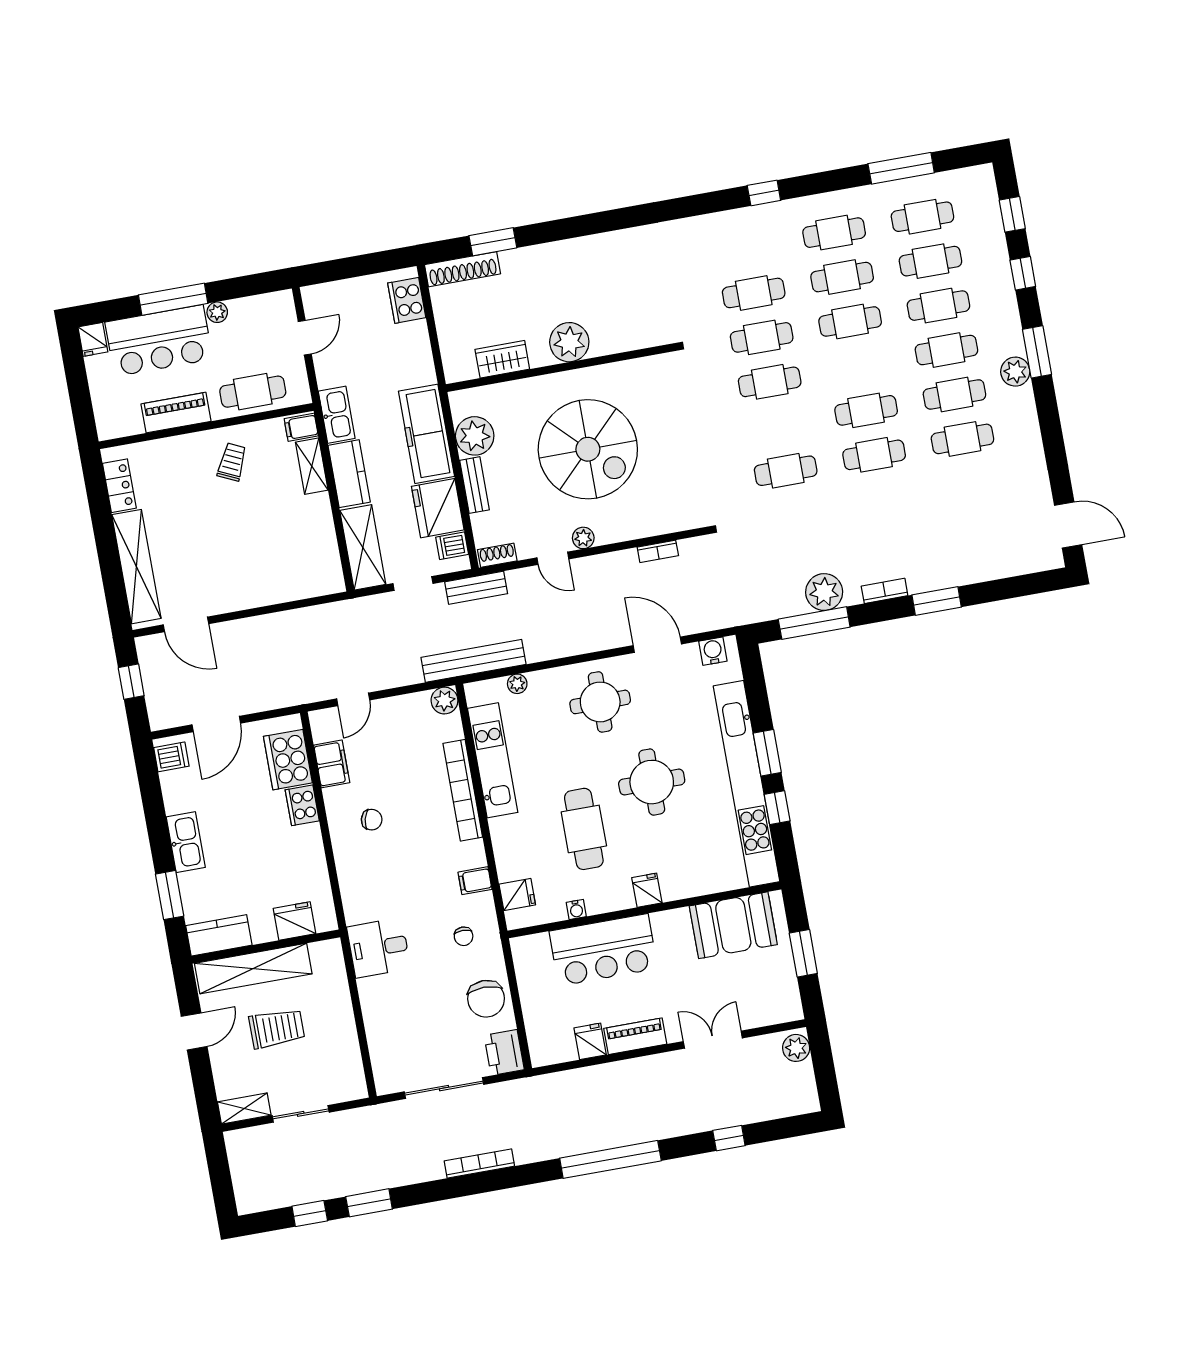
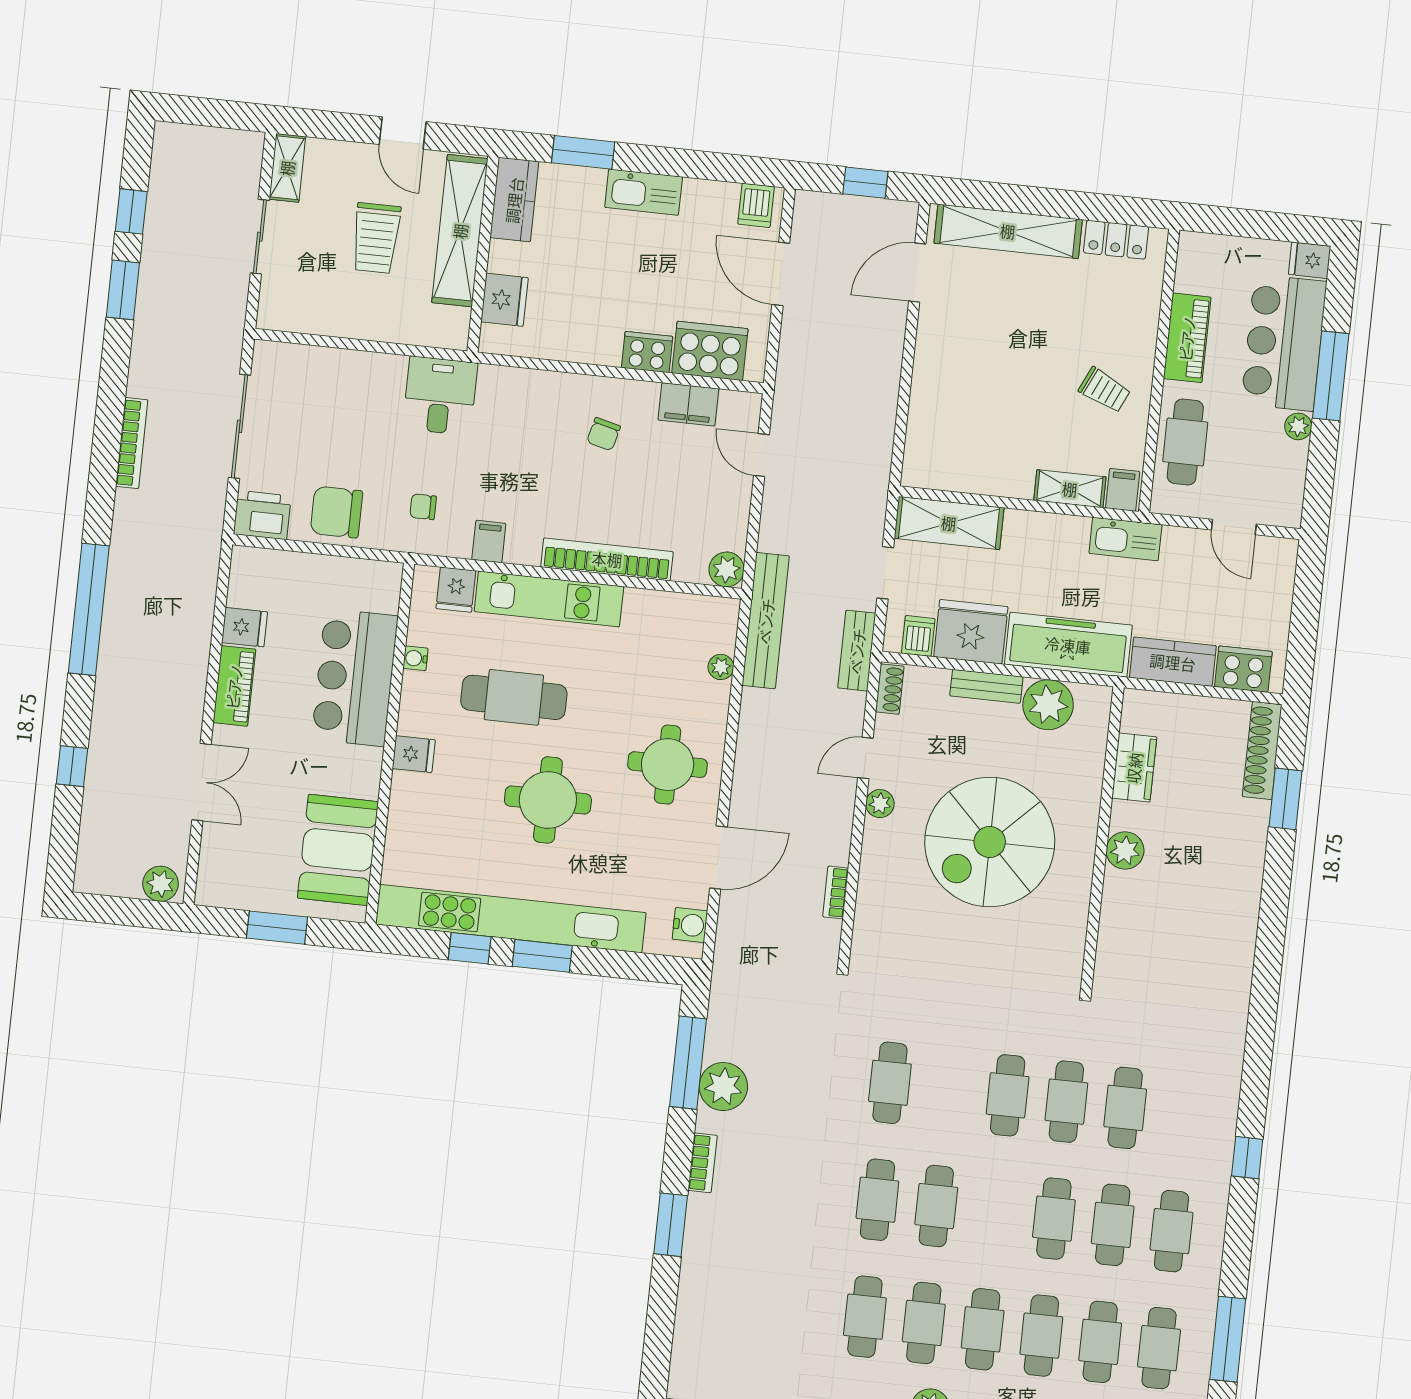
plant: (569, 342) -> (1125, 851), width x0.73, depth x0.73
kitchen counter: (349, 474) -> (1173, 662), moved, turned 180
kitchen unit: (493, 760) -> (549, 599), moved

